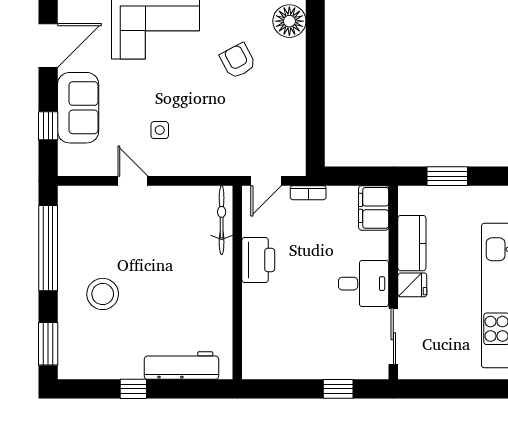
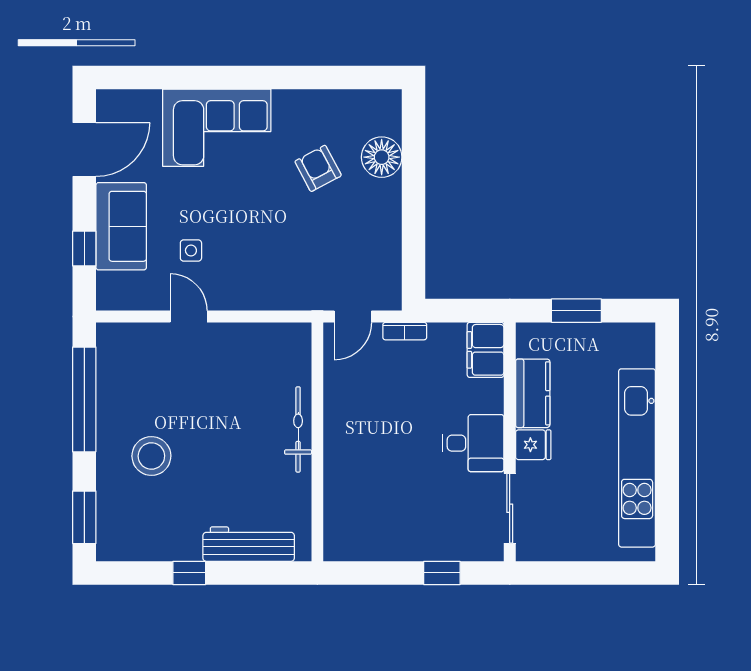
floor lamp: (289, 21) -> (382, 157), moved
side table: (160, 130) -> (191, 250), moved
bicycle: (222, 220) -> (298, 429), moved
printer: (258, 260) -> (343, 414), removed

